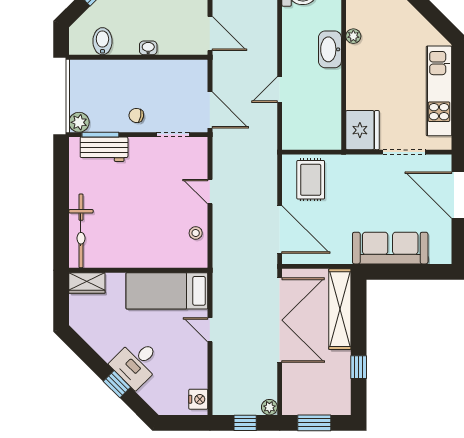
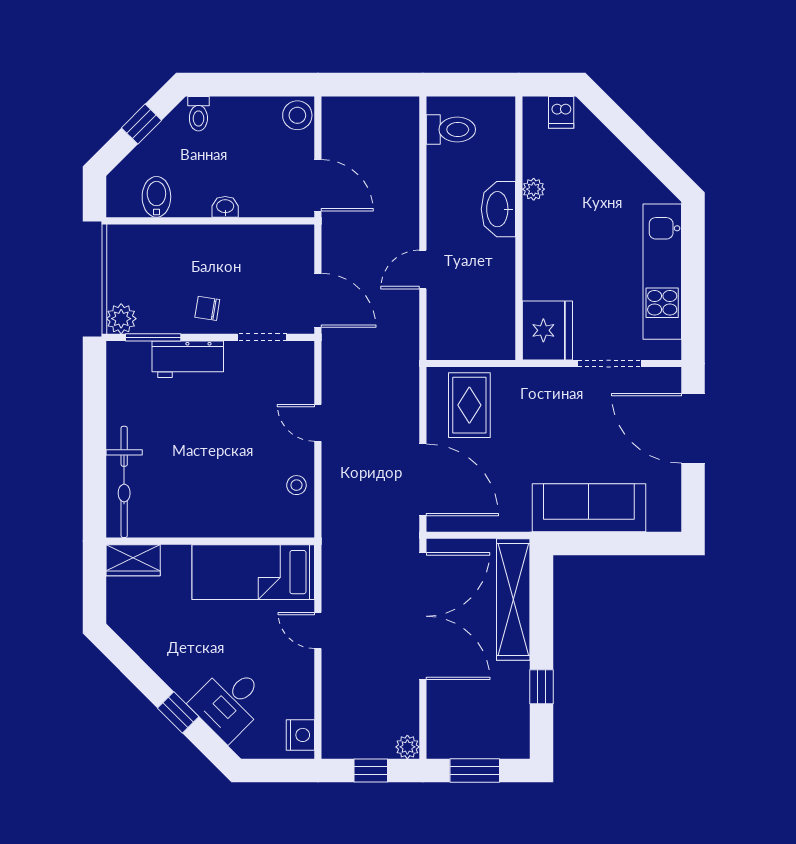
workbench: (104, 149) -> (188, 359), moved
desk: (136, 363) -> (229, 702), moved

